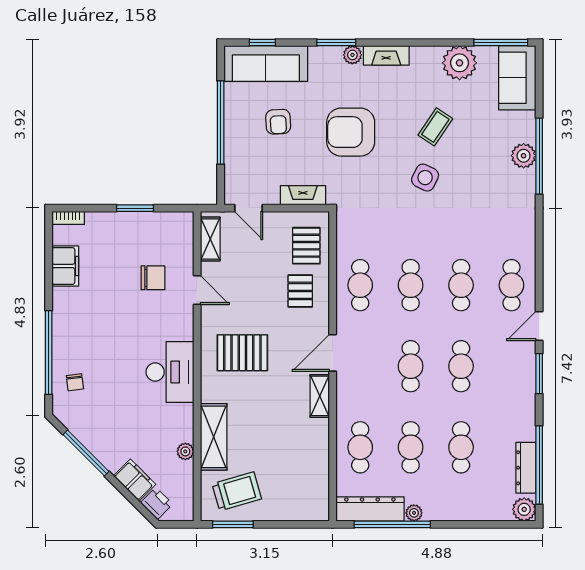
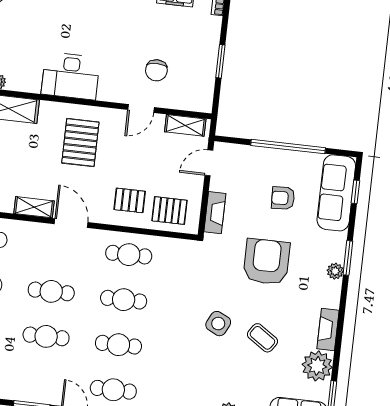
fireplace: (386, 55) -> (328, 329), moved

